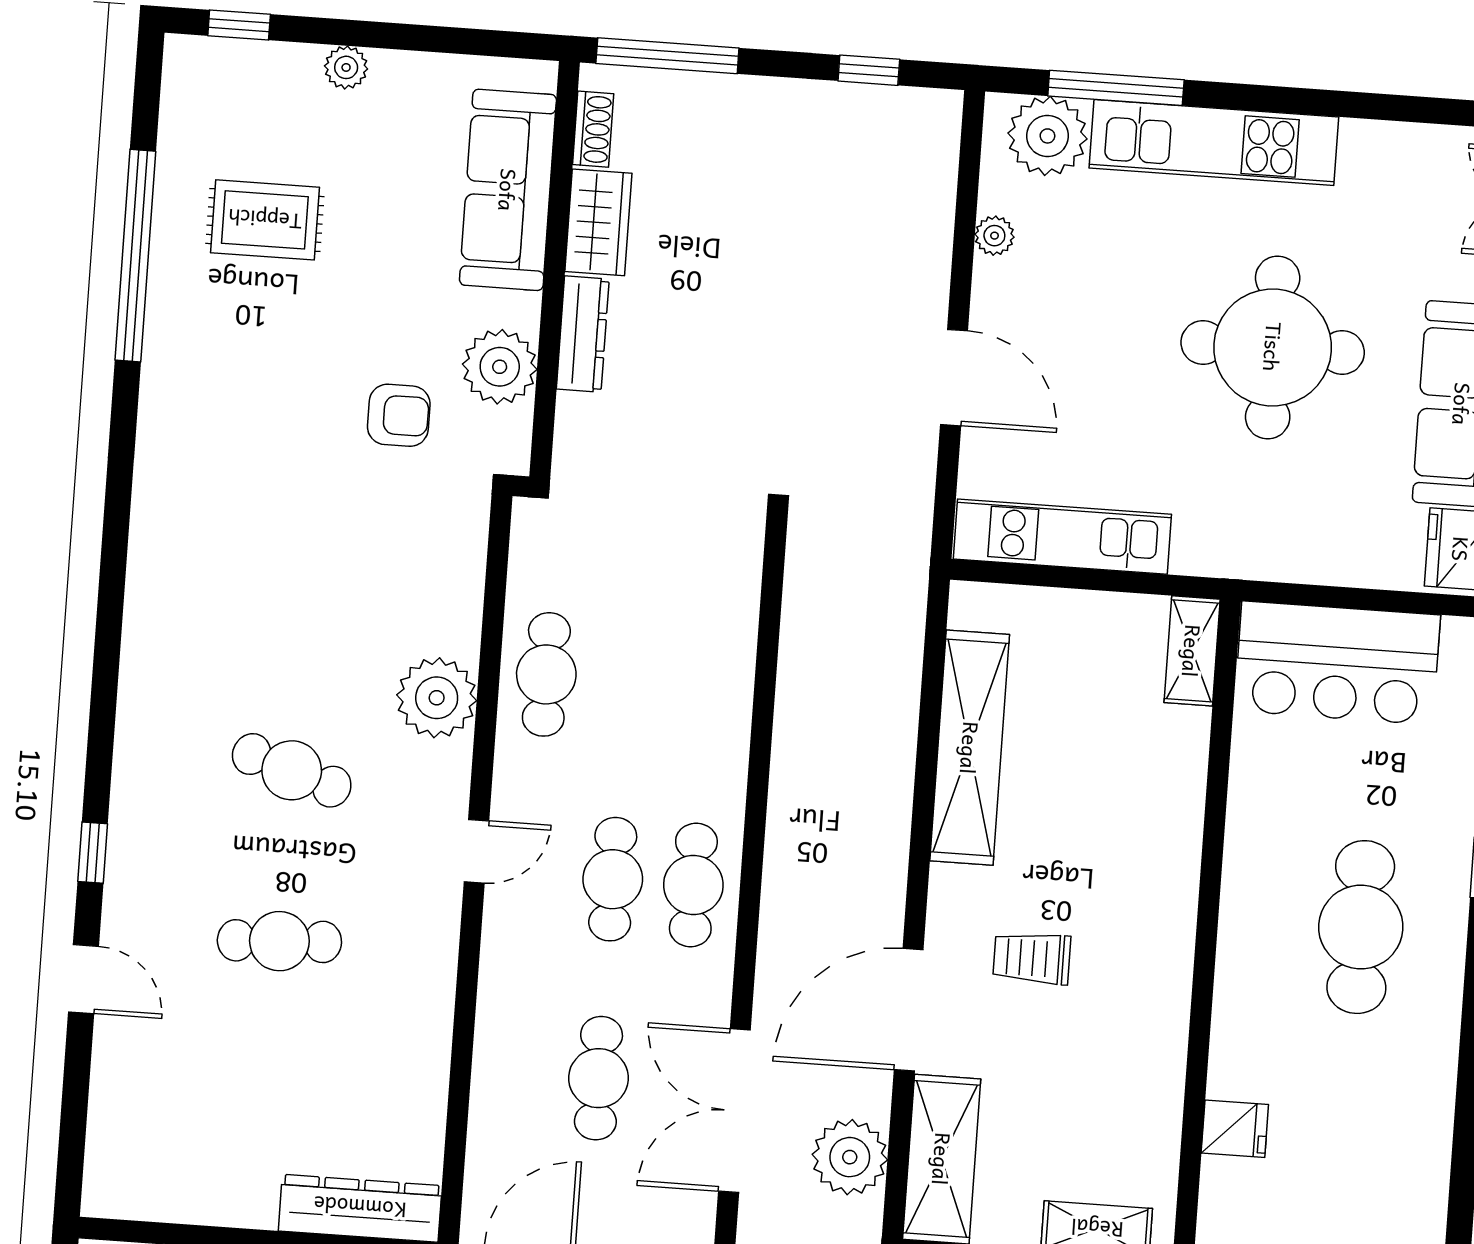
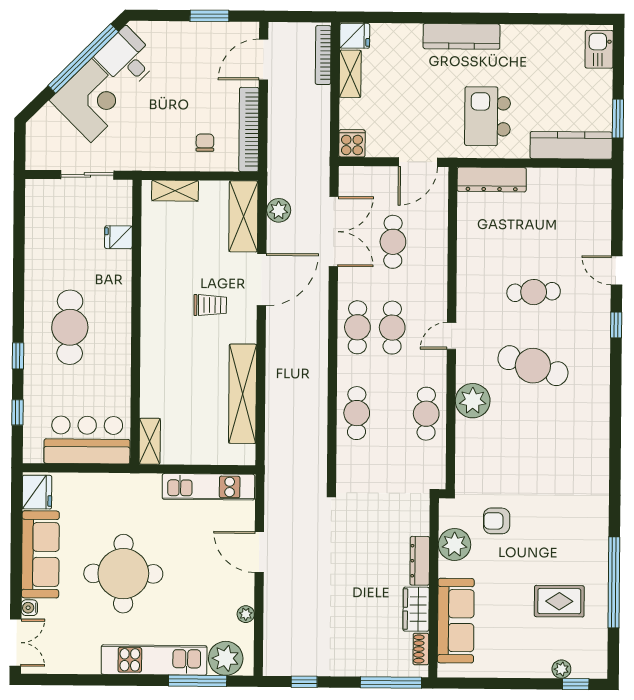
plant: (346, 67) -> (561, 669), moved
cafe table: (708, 686) -> (357, 413), added
cafe table: (292, 770) -> (533, 366), width x1.37, depth x1.35
plant: (850, 1157) -> (279, 210), width x0.73, depth x0.73

